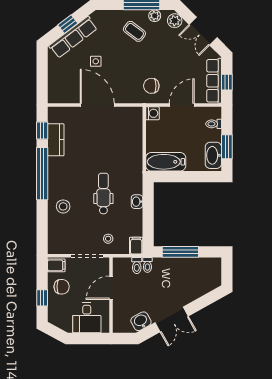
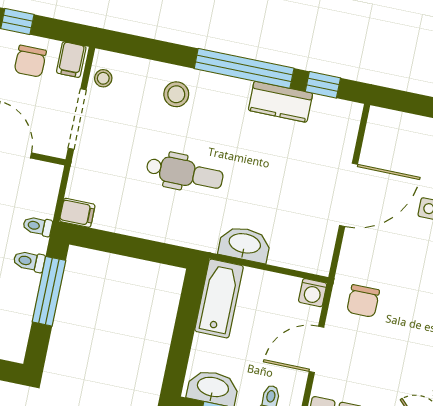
chair: (151, 86) -> (363, 301), turned 180
door: (182, 105) -> (317, 349), swing flipped
kitchen counter: (56, 140) -> (280, 102), moved
washbasin: (137, 202) -> (245, 244), moved, width x1.91, depth x1.45
stool: (108, 239) -> (103, 78), moved
toilet: (137, 266) -> (29, 261), moved

